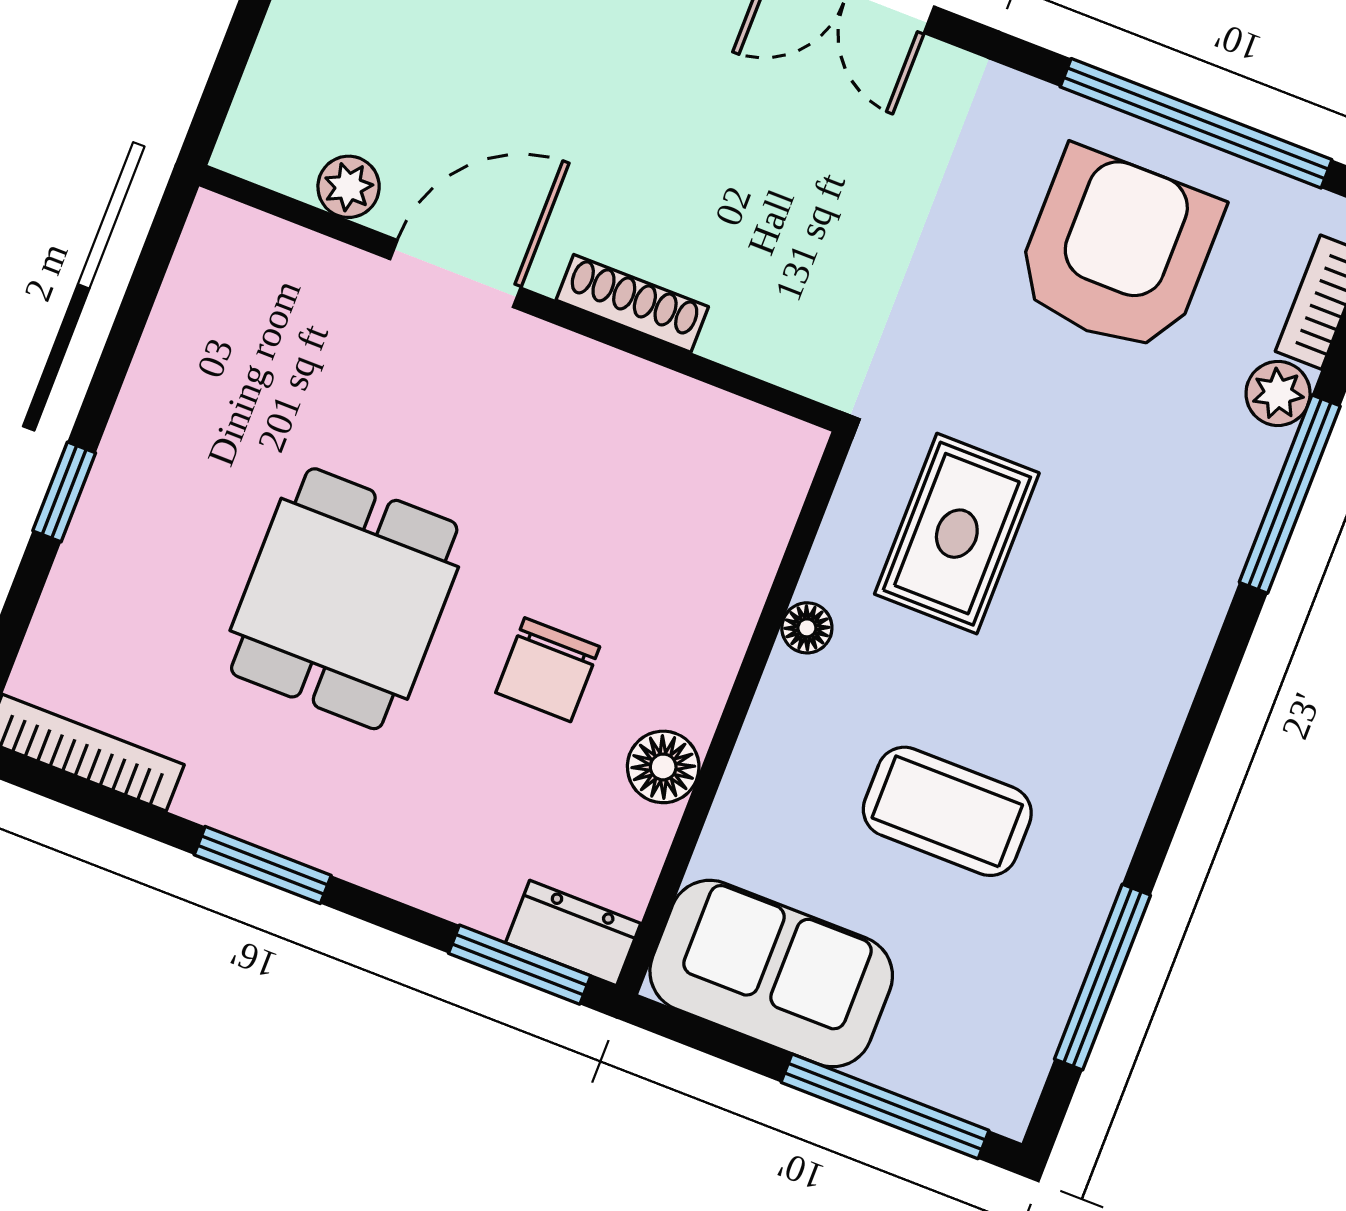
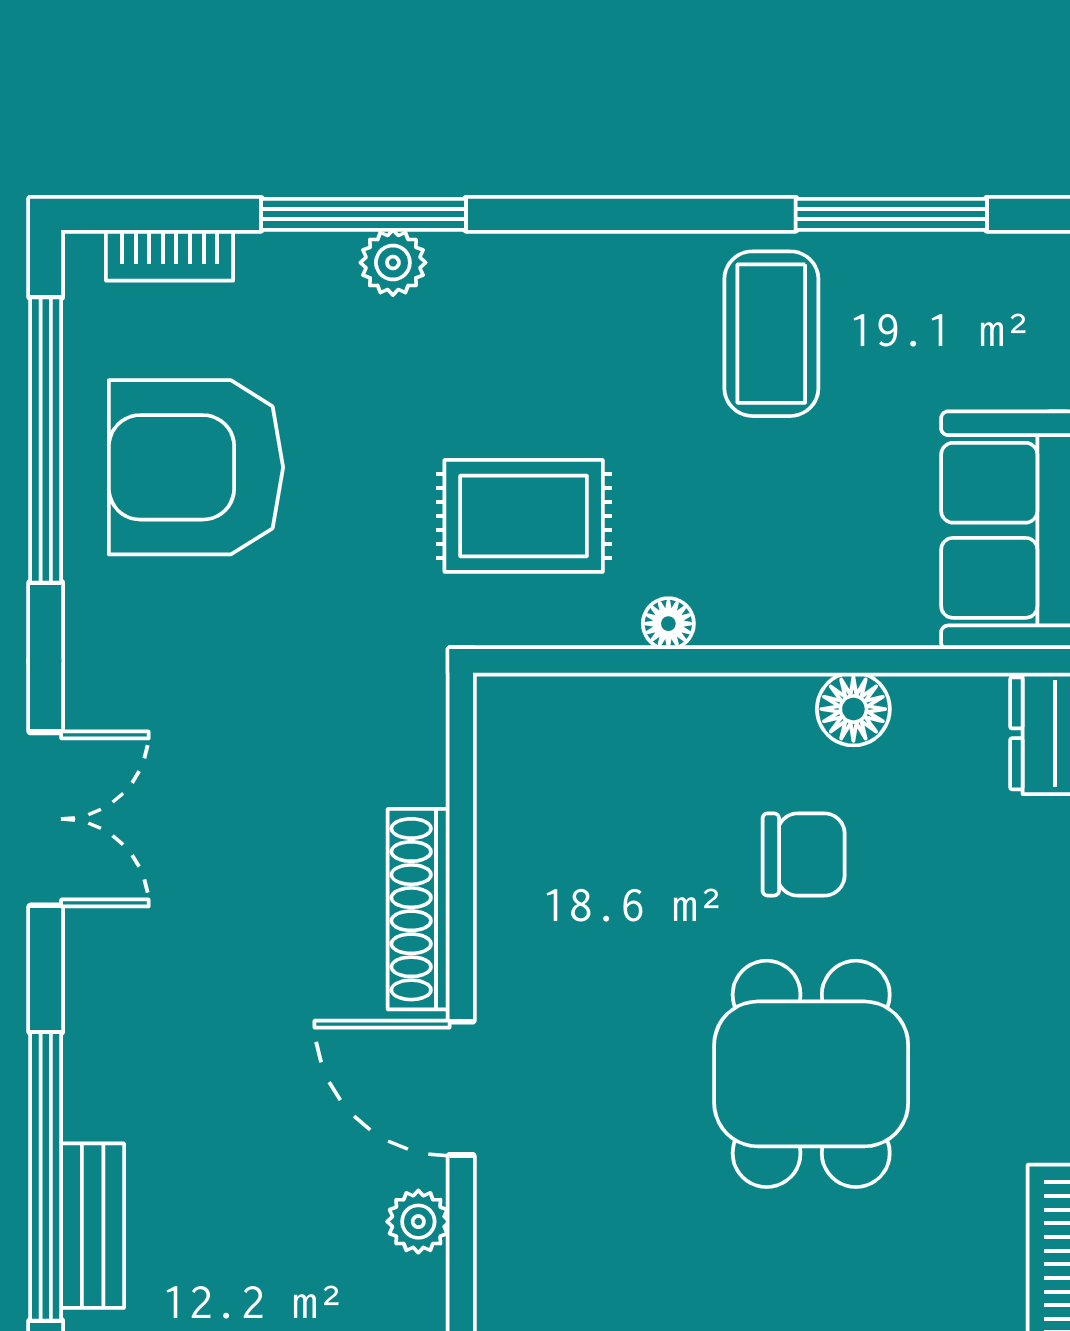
shoe rack: (632, 303) -> (419, 909), width x1.36, depth x1.24
plant: (1278, 393) -> (393, 263), moved
dining table: (344, 599) -> (811, 1074), turned 90
coffee table: (947, 811) -> (771, 334), moved

